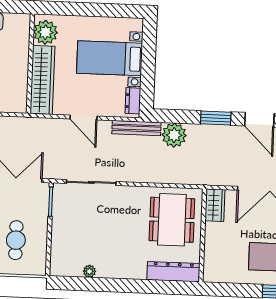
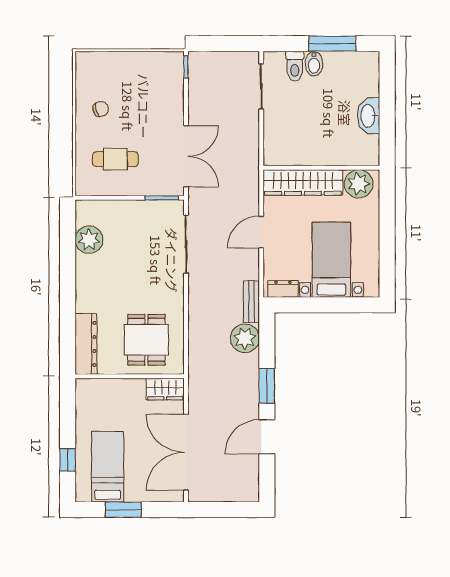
bench: (136, 128) -> (251, 302), width x0.73
dining table: (172, 220) -> (146, 340), width x0.73
plant: (89, 271) -> (89, 240), width x1.88, depth x1.88

